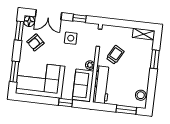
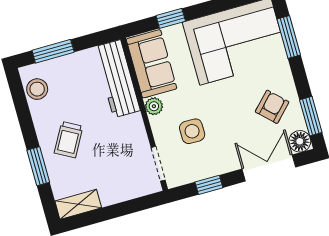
side table: (71, 38) -> (192, 131), moved
trolley: (115, 55) -> (69, 140), moved

